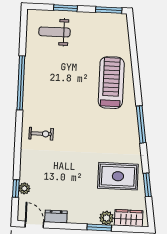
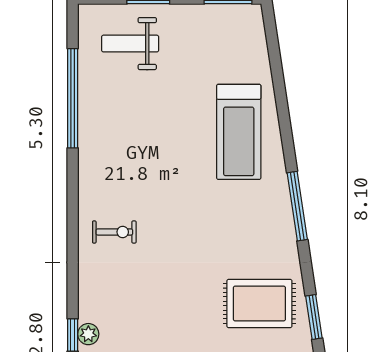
window: (21, 83) -> (73, 98), moved
treadmill: (111, 83) -> (239, 132), turned 180

